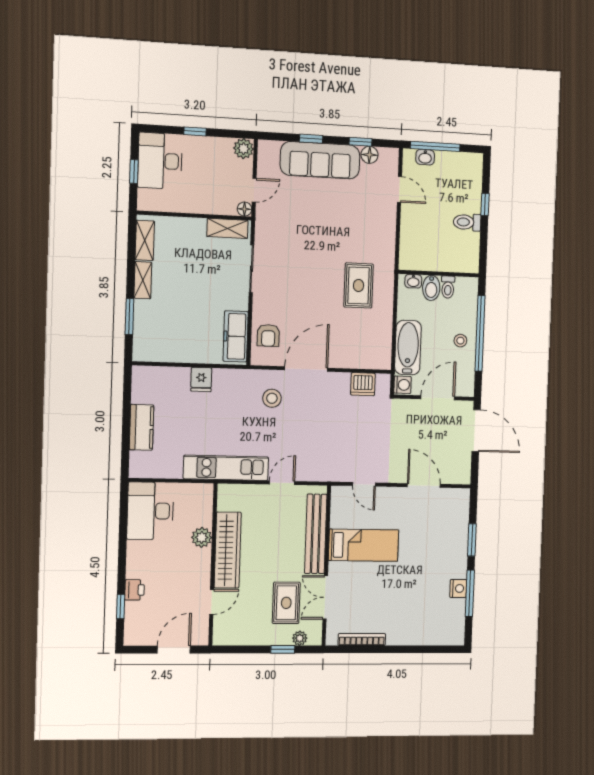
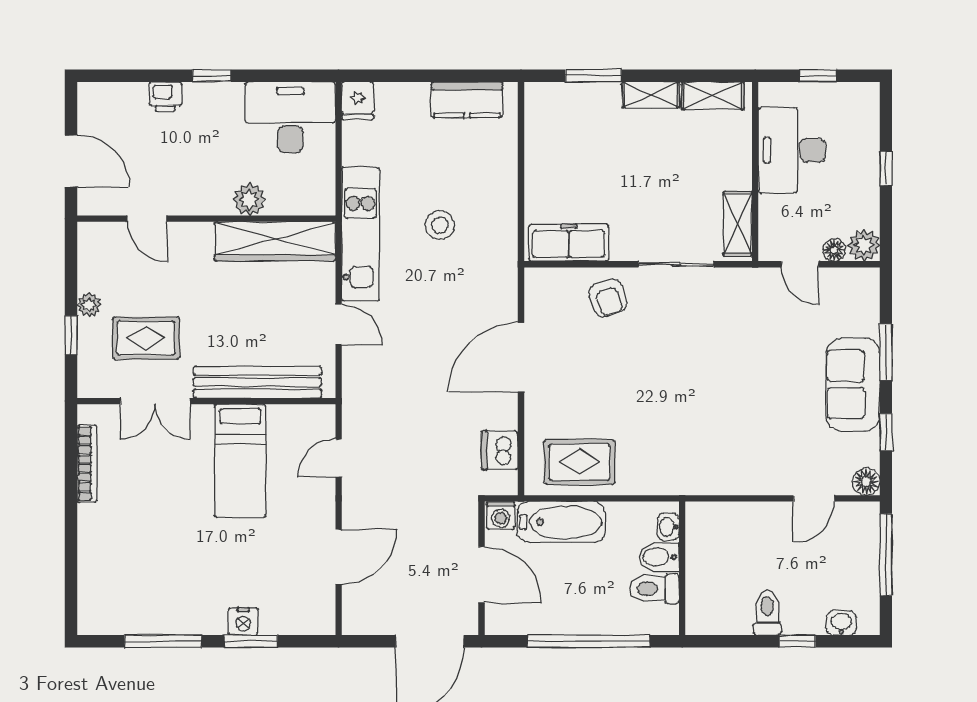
window: (311, 139) -> (886, 352), width x1.50
floor lamp: (369, 155) -> (866, 482), moved
washbasin: (425, 157) -> (841, 623), moved, turned 90
sofa: (320, 160) -> (853, 385), width x0.73
desk: (160, 161) -> (792, 150), moved, turned -90
floor lamp: (245, 209) -> (834, 250), moved
rug: (359, 286) -> (579, 462), moved
toilet: (448, 287) -> (654, 589), width x1.37, depth x1.39
armchair: (268, 335) -> (608, 298), moved, turned -109
stool: (460, 341) -> (576, 609), removed
door: (306, 369) -> (521, 357), swing flipped
fridge: (201, 379) -> (358, 101), moved, turned -90
stool: (272, 398) -> (440, 225), moved
kitchen counter: (141, 427) -> (467, 100), moved
wardrobe: (228, 550) -> (275, 241), moved
nightstand: (458, 588) -> (243, 621), moved
double door: (325, 597) -> (155, 401), swing flipped
window: (121, 607) -> (212, 76), moved
plant: (300, 638) -> (89, 305), moved

